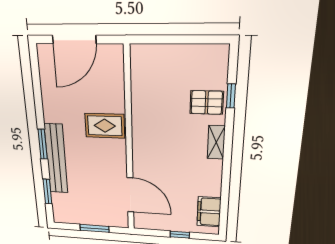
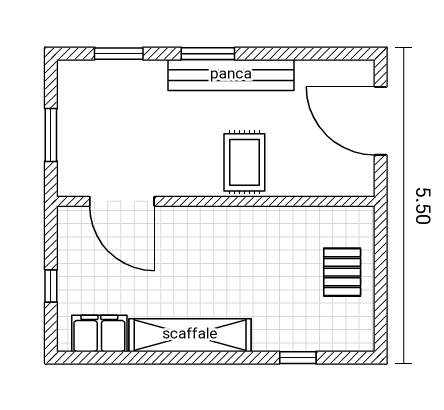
pallet: (207, 103) -> (342, 272), moved
shelving: (216, 142) -> (190, 335), width x2.20, depth x1.33
bench: (56, 159) -> (231, 75), moved
door: (130, 195) -> (122, 201), hinge flipped

